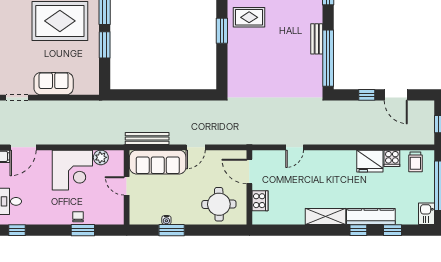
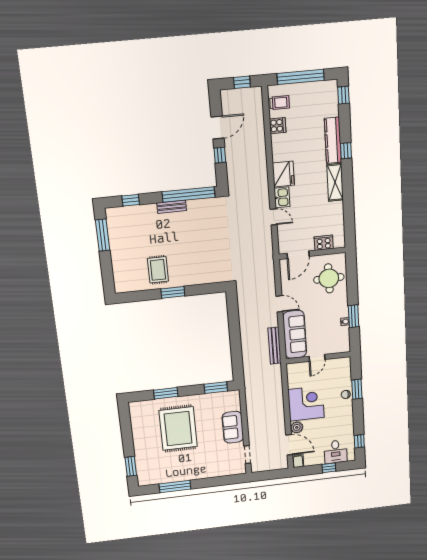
window: (105, 45) -> (216, 388), moved
plant: (101, 157) -> (297, 427), moved
fridge: (370, 161) -> (283, 174), moved
kitchen sink: (426, 214) -> (282, 197), moved, turned -90
window: (393, 230) -> (343, 95), moved

